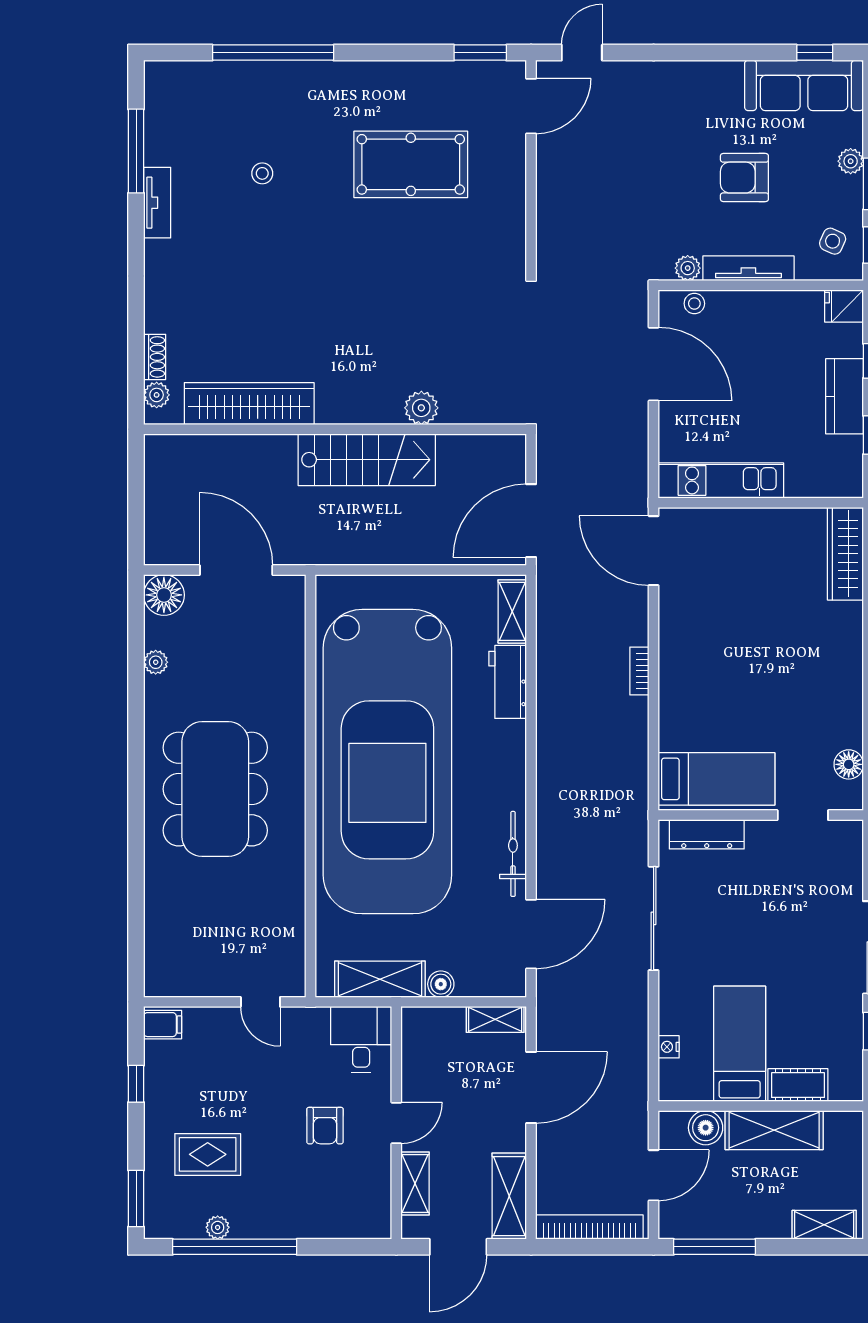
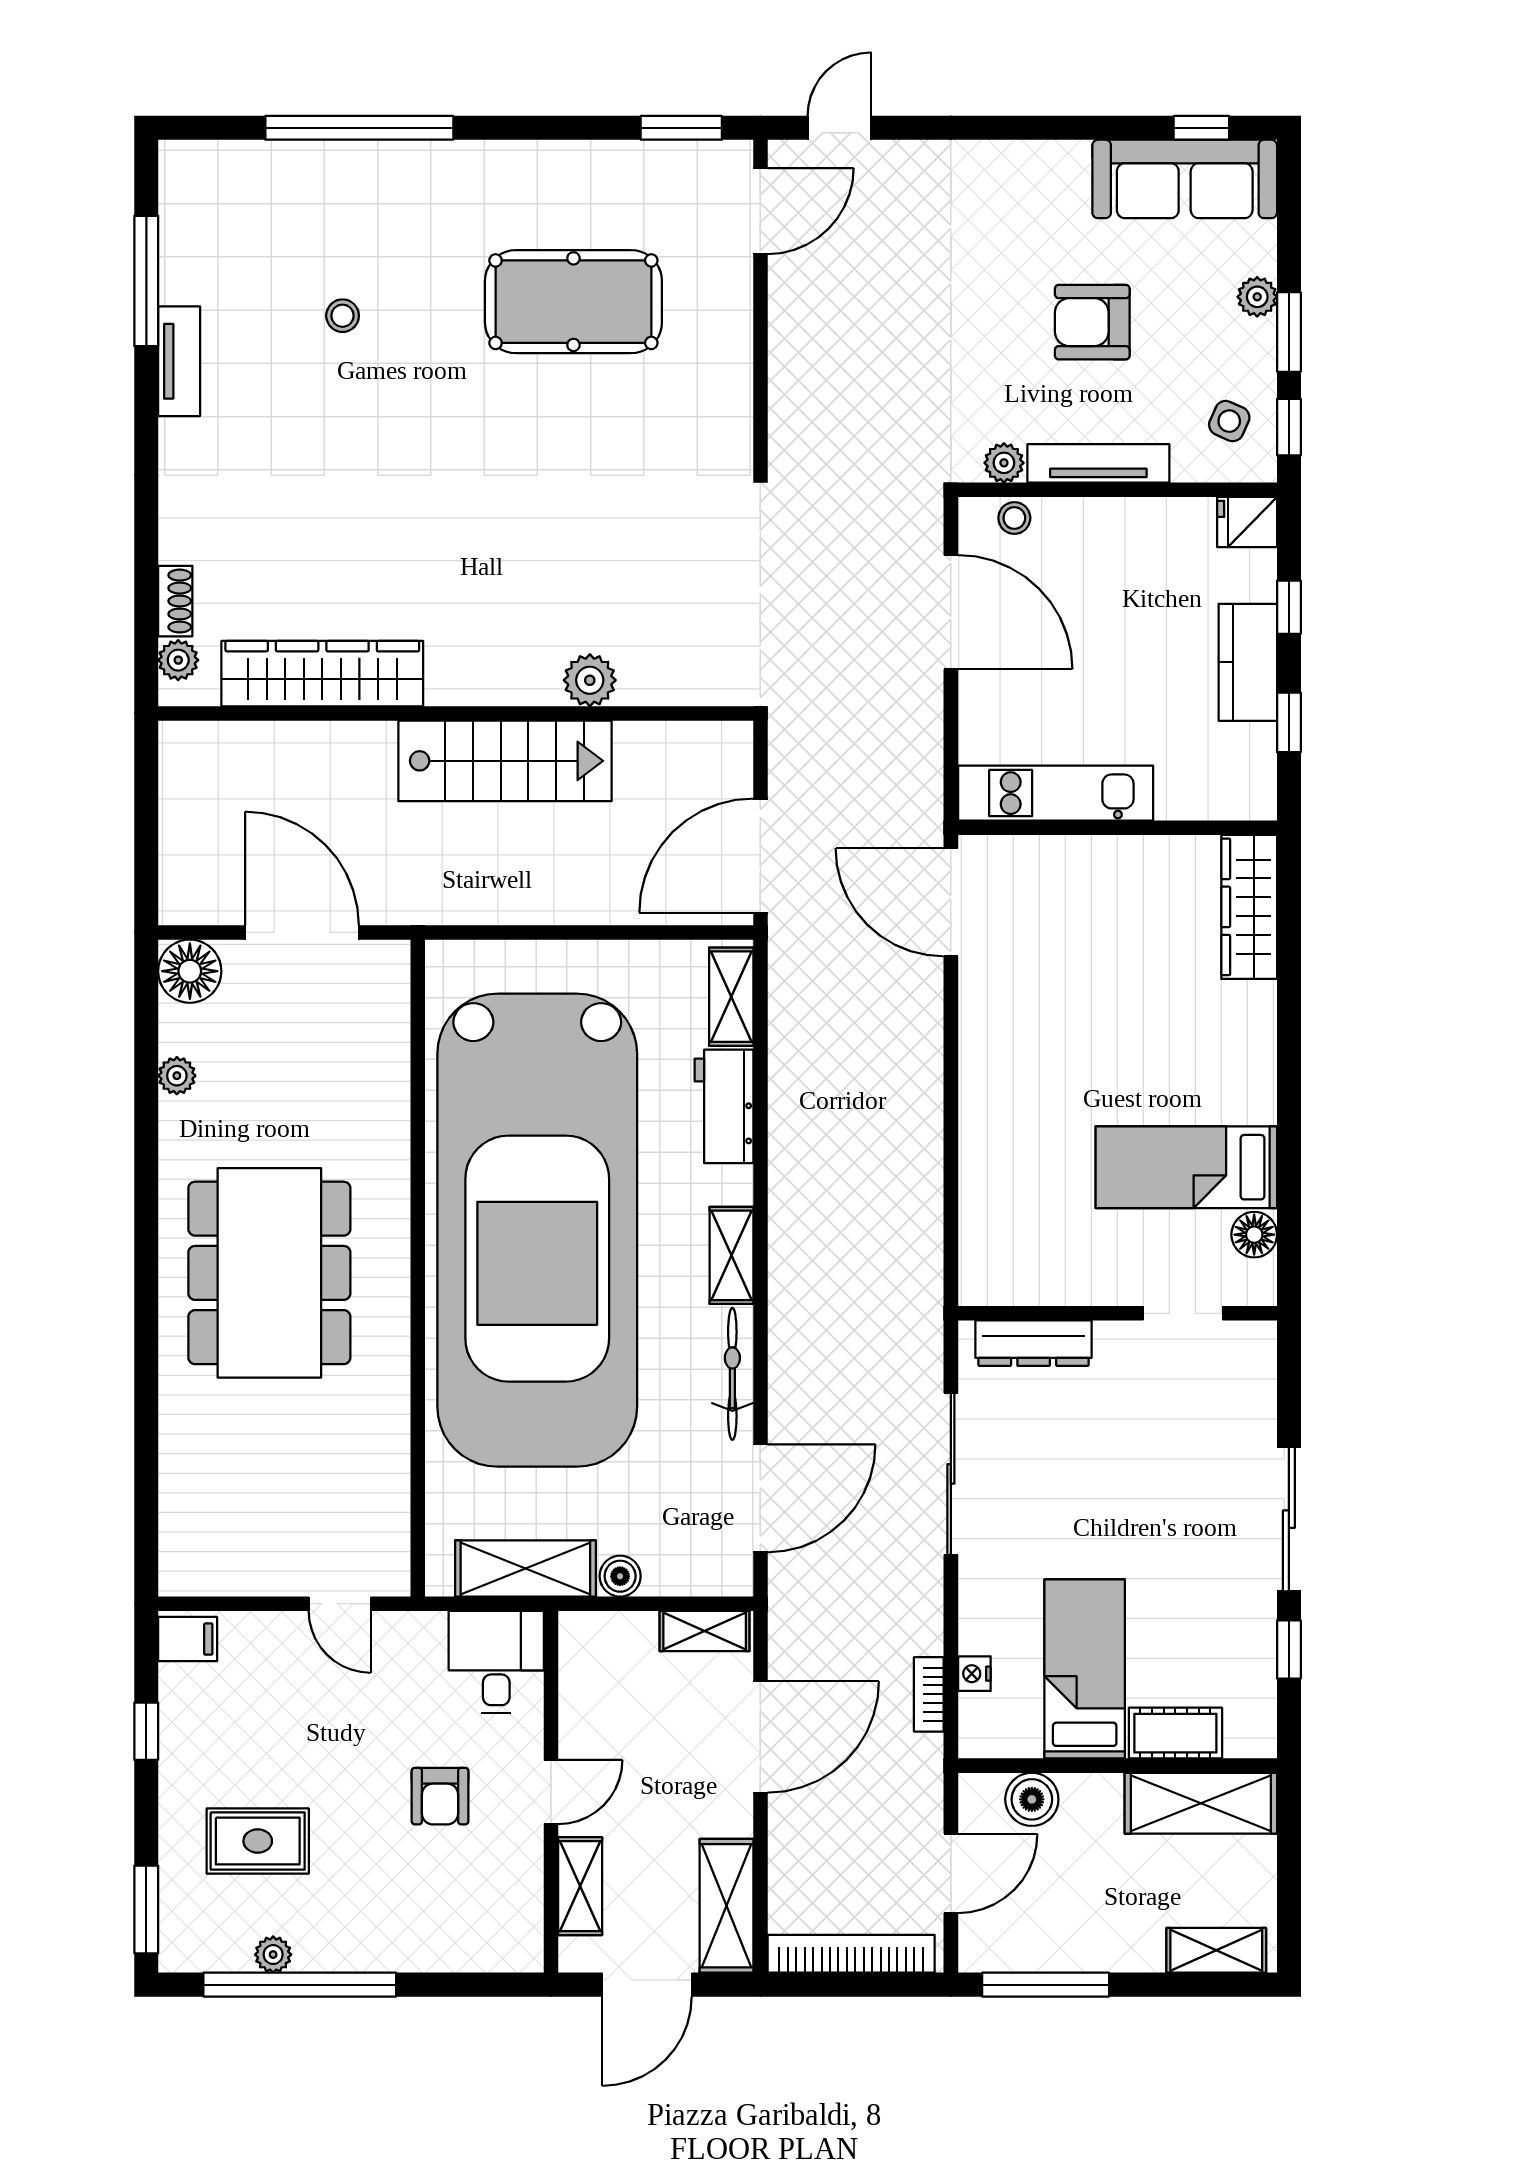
bookcase: (639, 671) -> (929, 1694), moved
shelving: (512, 778) -> (731, 1255), added
bed: (717, 779) -> (1186, 1167), moved, turned 180
shelving: (774, 1130) -> (1201, 1803), moved

